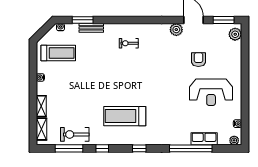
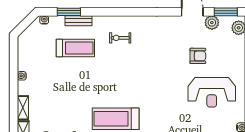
plant: (176, 30) -> (212, 23), moved
treadmill: (58, 53) -> (75, 48), moved
armchair: (198, 60) -> (198, 56), turned 90

